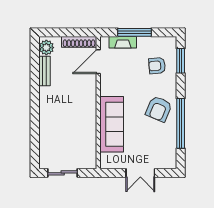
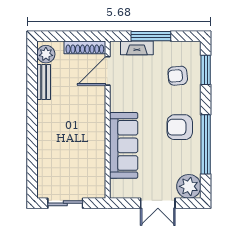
armchair: (159, 109) -> (180, 127), turned 67
plant: (166, 159) -> (189, 186), added

